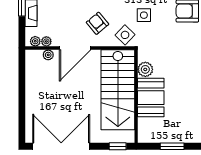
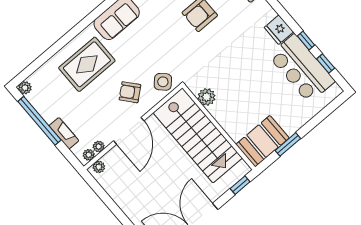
side table: (144, 15) -> (165, 50), removed
plant: (48, 55) -> (99, 167), moved
booth: (151, 98) -> (262, 141), moved, turned 90

